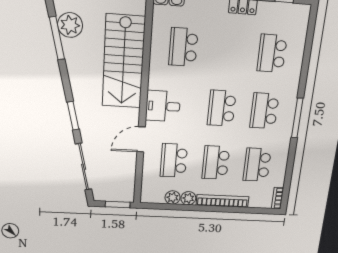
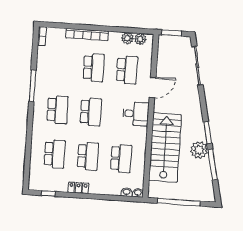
plant: (70, 25) -> (199, 150), moved
window: (73, 116) -> (208, 133), moved
window: (297, 118) -> (32, 86), moved
school desk: (257, 165) -> (88, 156), moved
plant: (188, 198) -> (140, 39), moved

